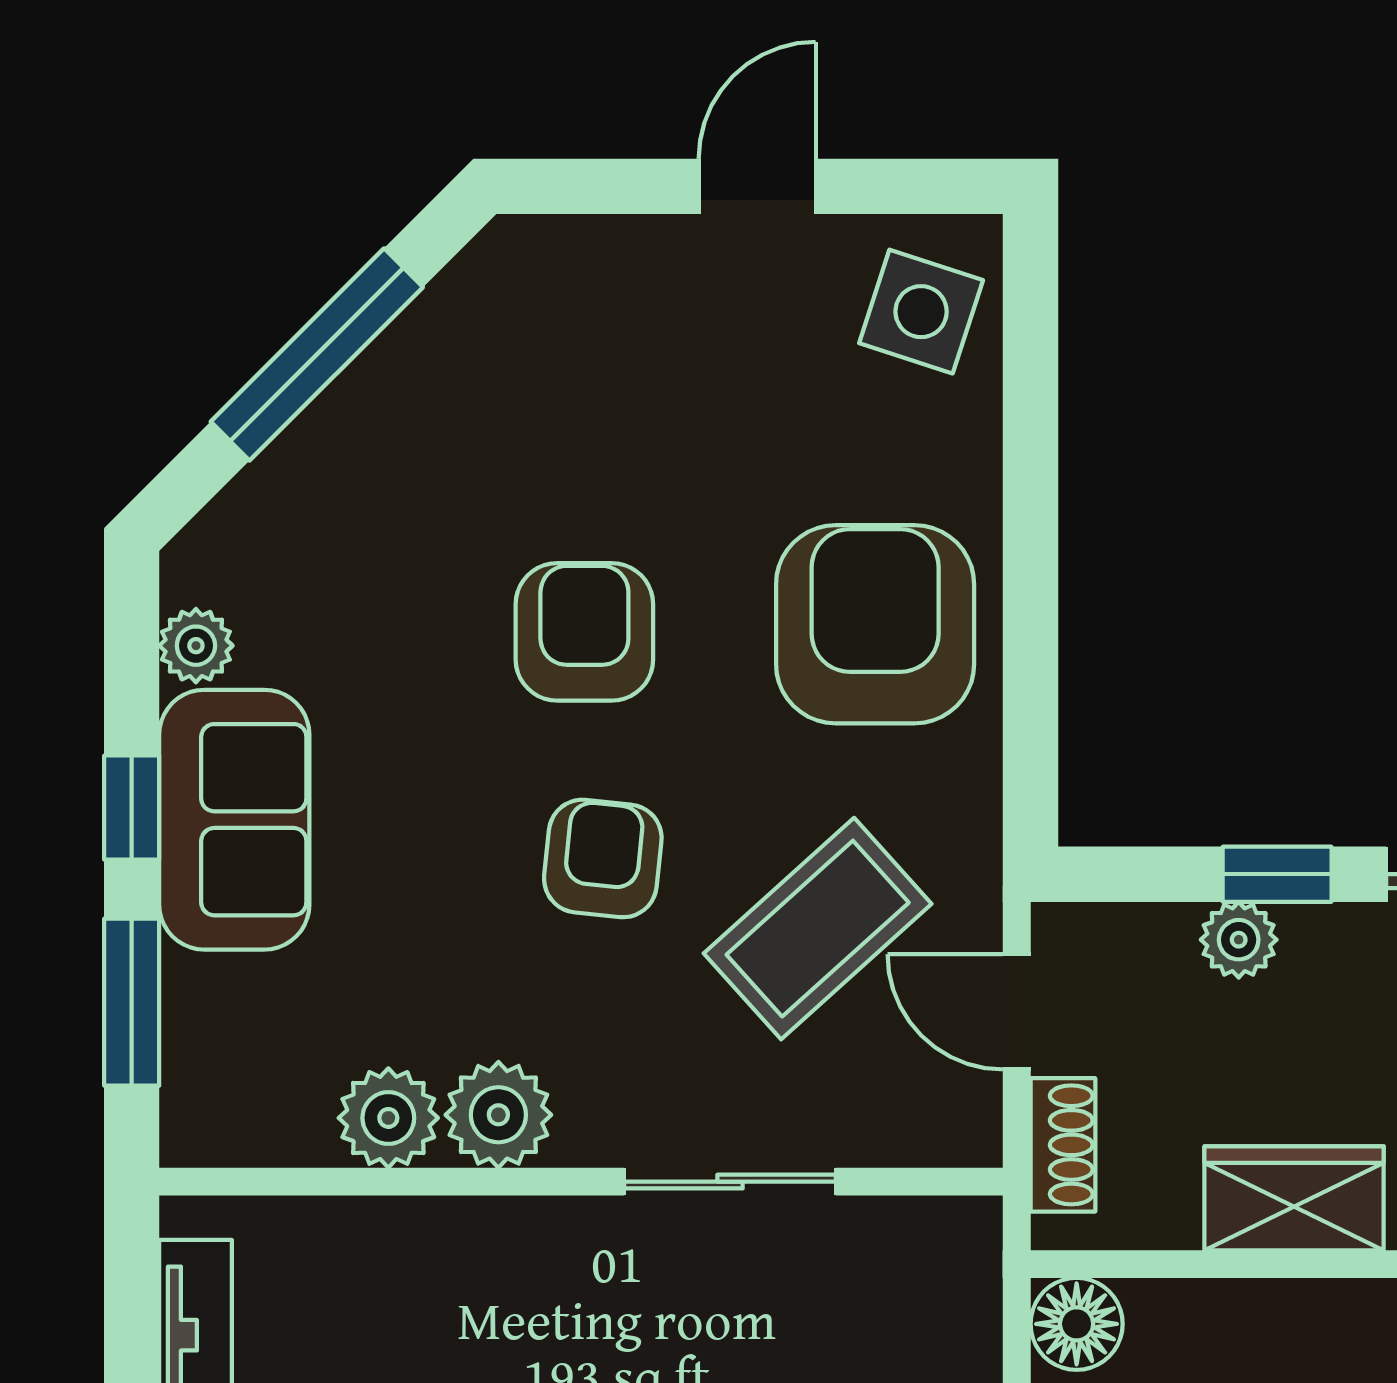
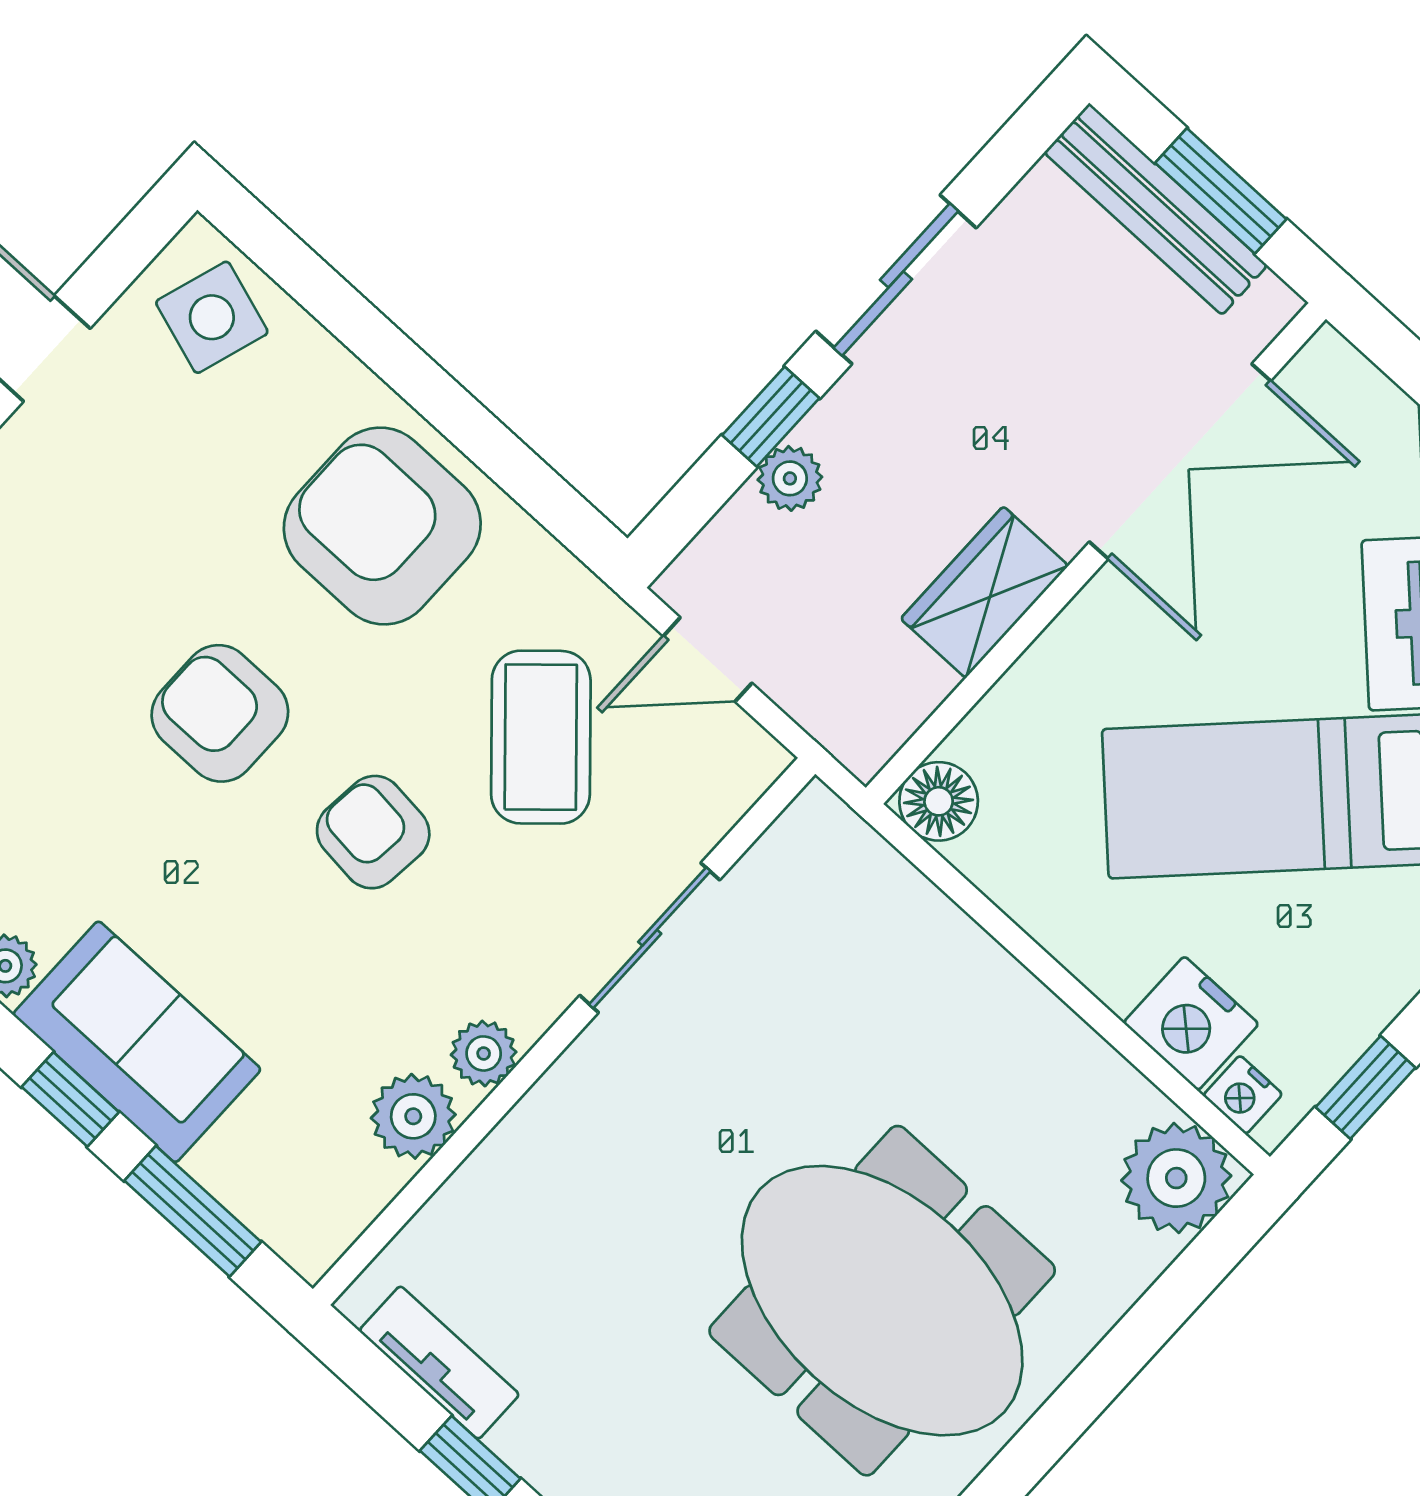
plant: (498, 1115) -> (484, 1053), width x0.73, depth x0.73
shoe rack: (1063, 1145) -> (818, 707), removed

